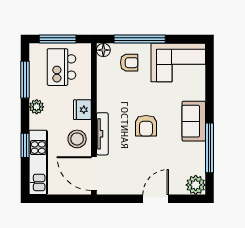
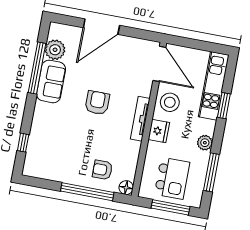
corner sofa: (178, 63) -> (53, 161), removed
window: (210, 74) -> (23, 143), added
sofa: (194, 121) -> (51, 81), moved
tv unit: (102, 134) -> (140, 119), moved
plant: (196, 185) -> (55, 50), moved
door: (156, 199) -> (101, 27), width x1.36

